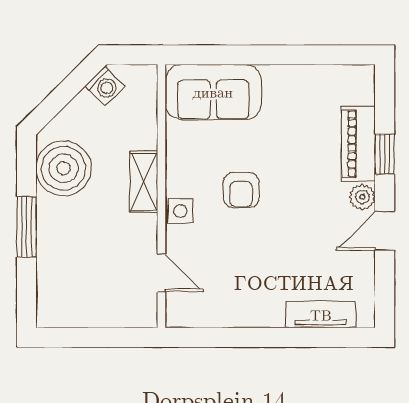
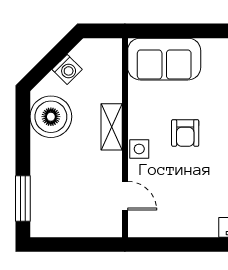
washing machine: (105, 86) -> (67, 69), moved
window: (27, 227) -> (23, 198), moved

